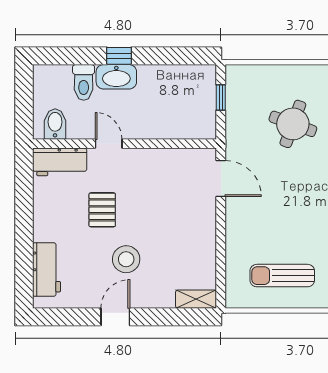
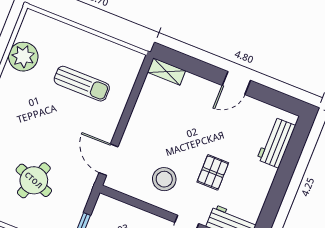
stool: (126, 259) -> (164, 179), moved
sun lounger: (282, 276) -> (82, 84), moved

